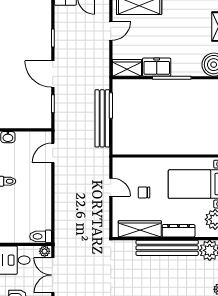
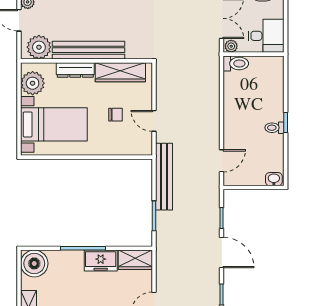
bench: (102, 118) -> (164, 177), moved

